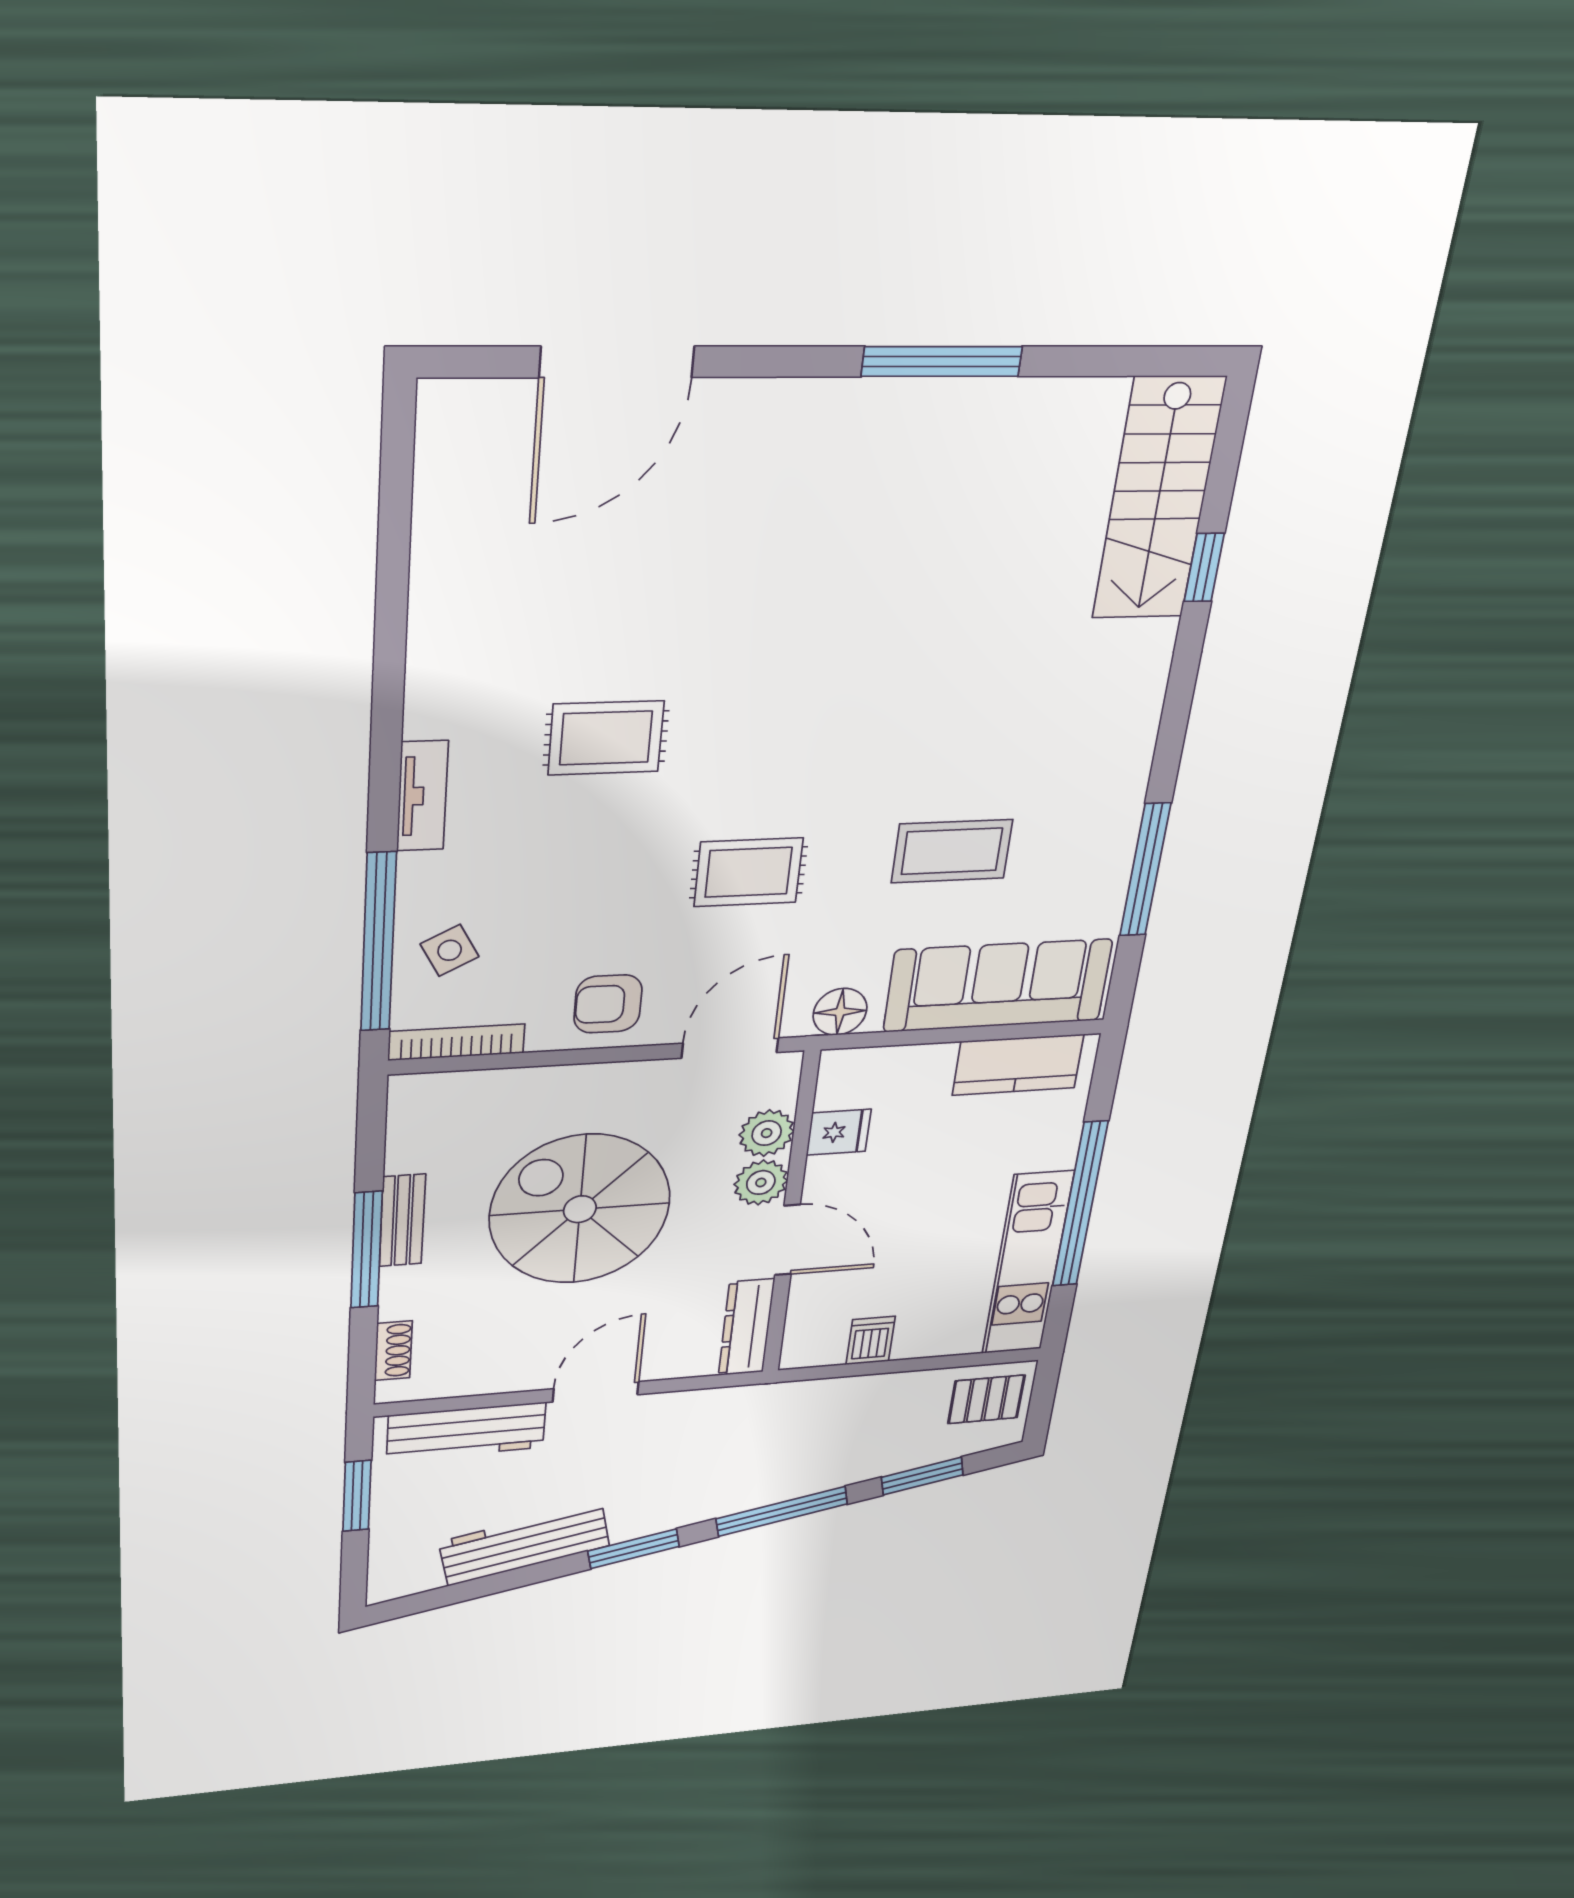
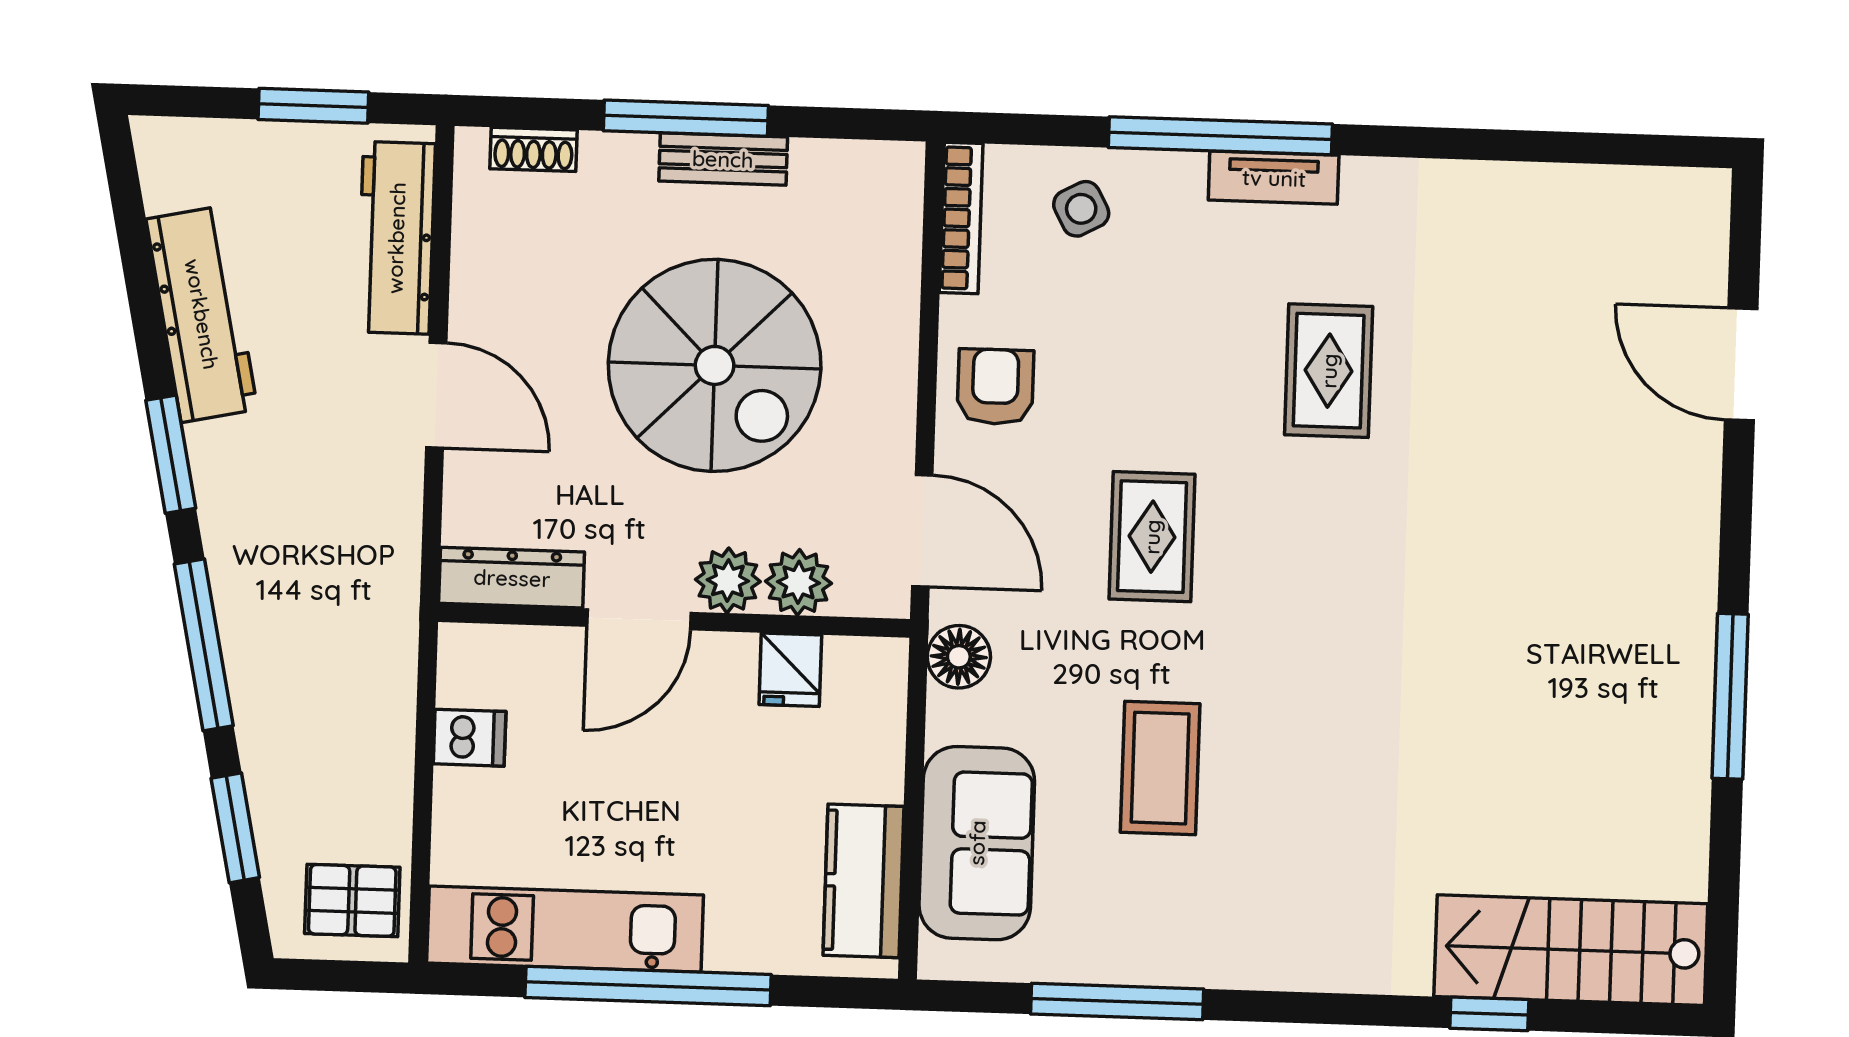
door: (617, 362) -> (1741, 364), width x0.73
window: (378, 942) -> (1220, 136), moved
sofa: (998, 985) -> (977, 843), width x0.73
spiral stairs: (580, 1209) -> (715, 365), turned 90
pallet: (986, 1399) -> (352, 900), turned 90

